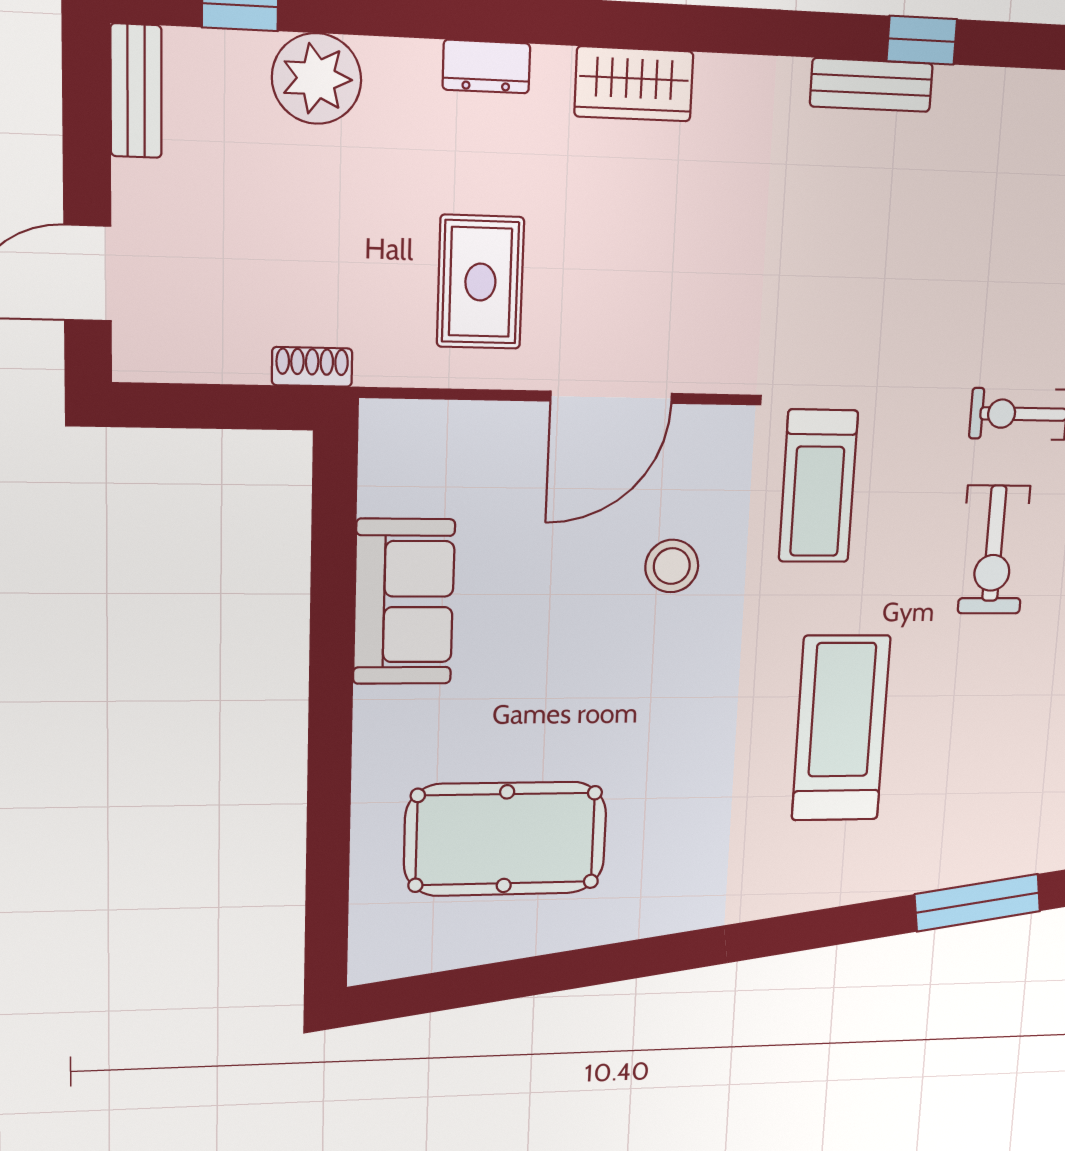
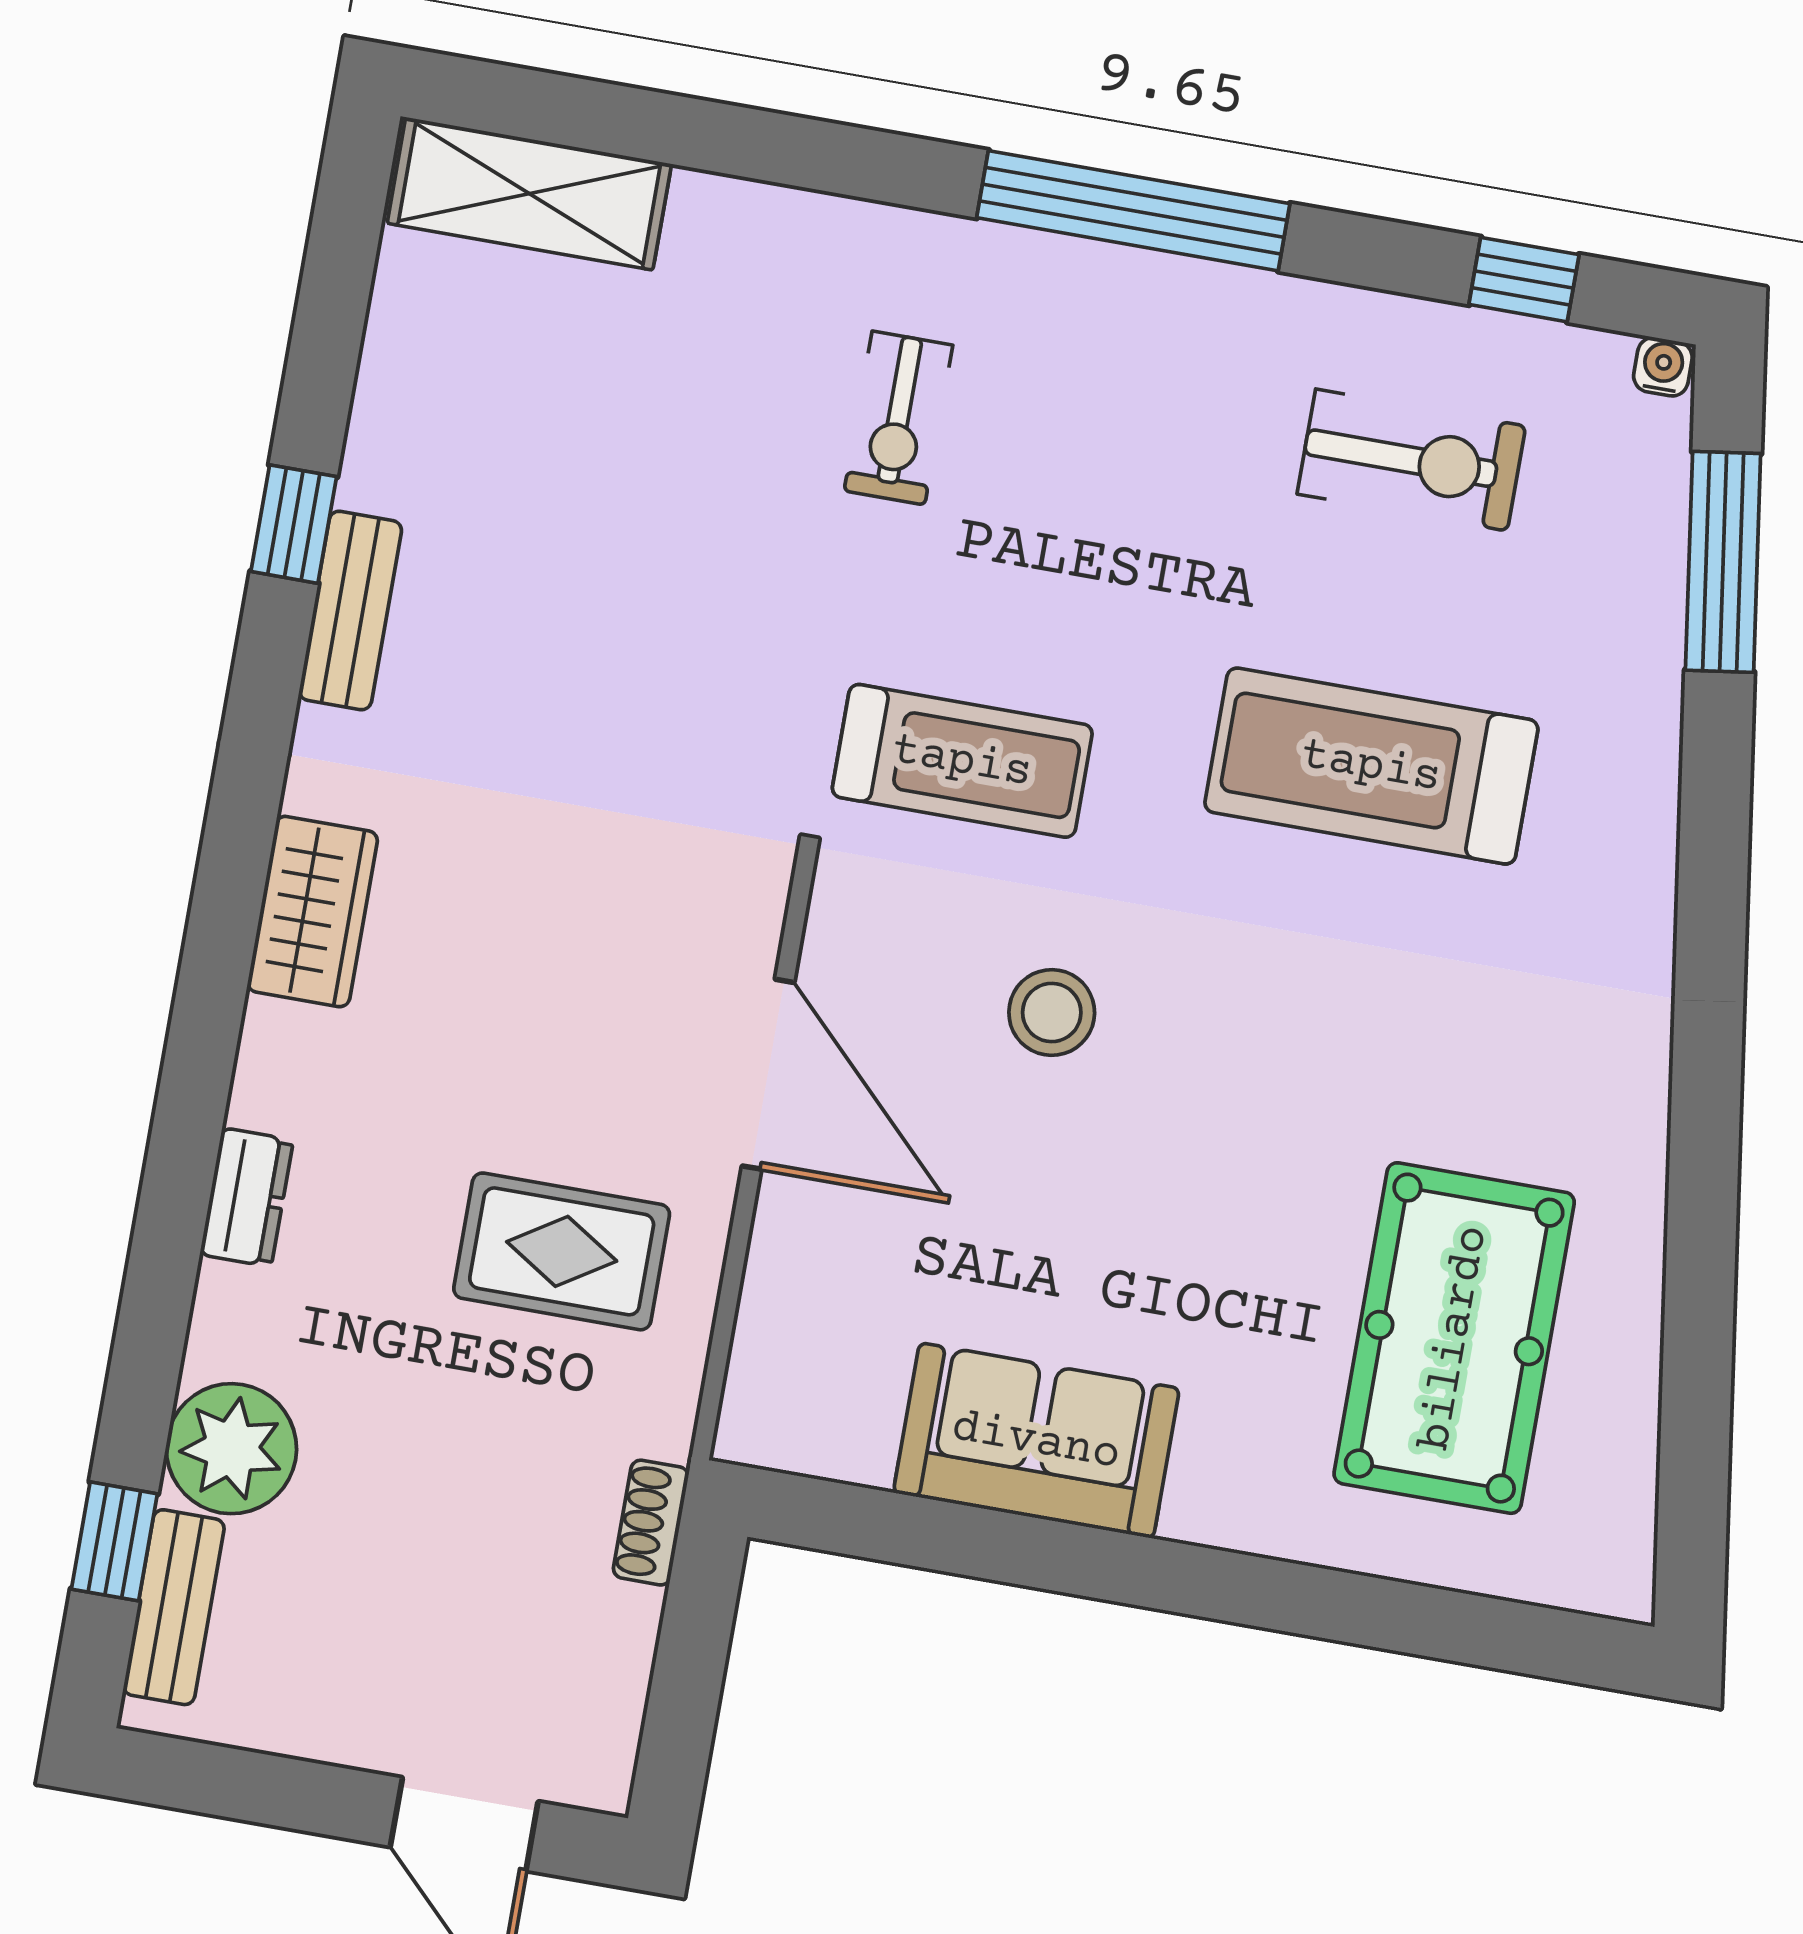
wardrobe: (634, 84) -> (313, 912), moved
bench: (136, 91) -> (174, 1607), moved, turned 90
exercise bike: (994, 550) -> (1411, 460), moved

